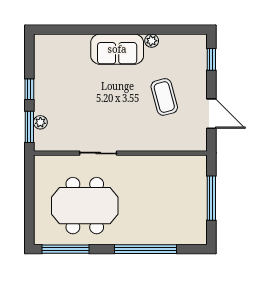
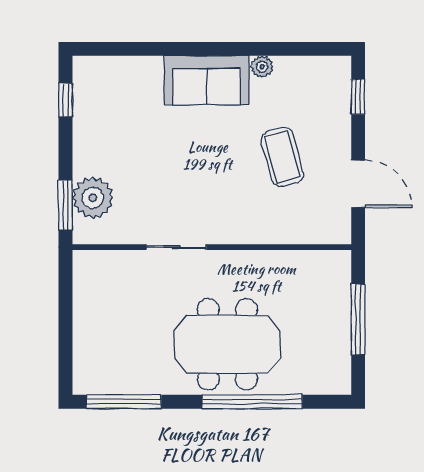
window: (29, 89) -> (65, 100), moved
plant: (40, 122) -> (93, 198), width x1.88, depth x1.88
meeting table: (85, 206) -> (227, 344), moved

